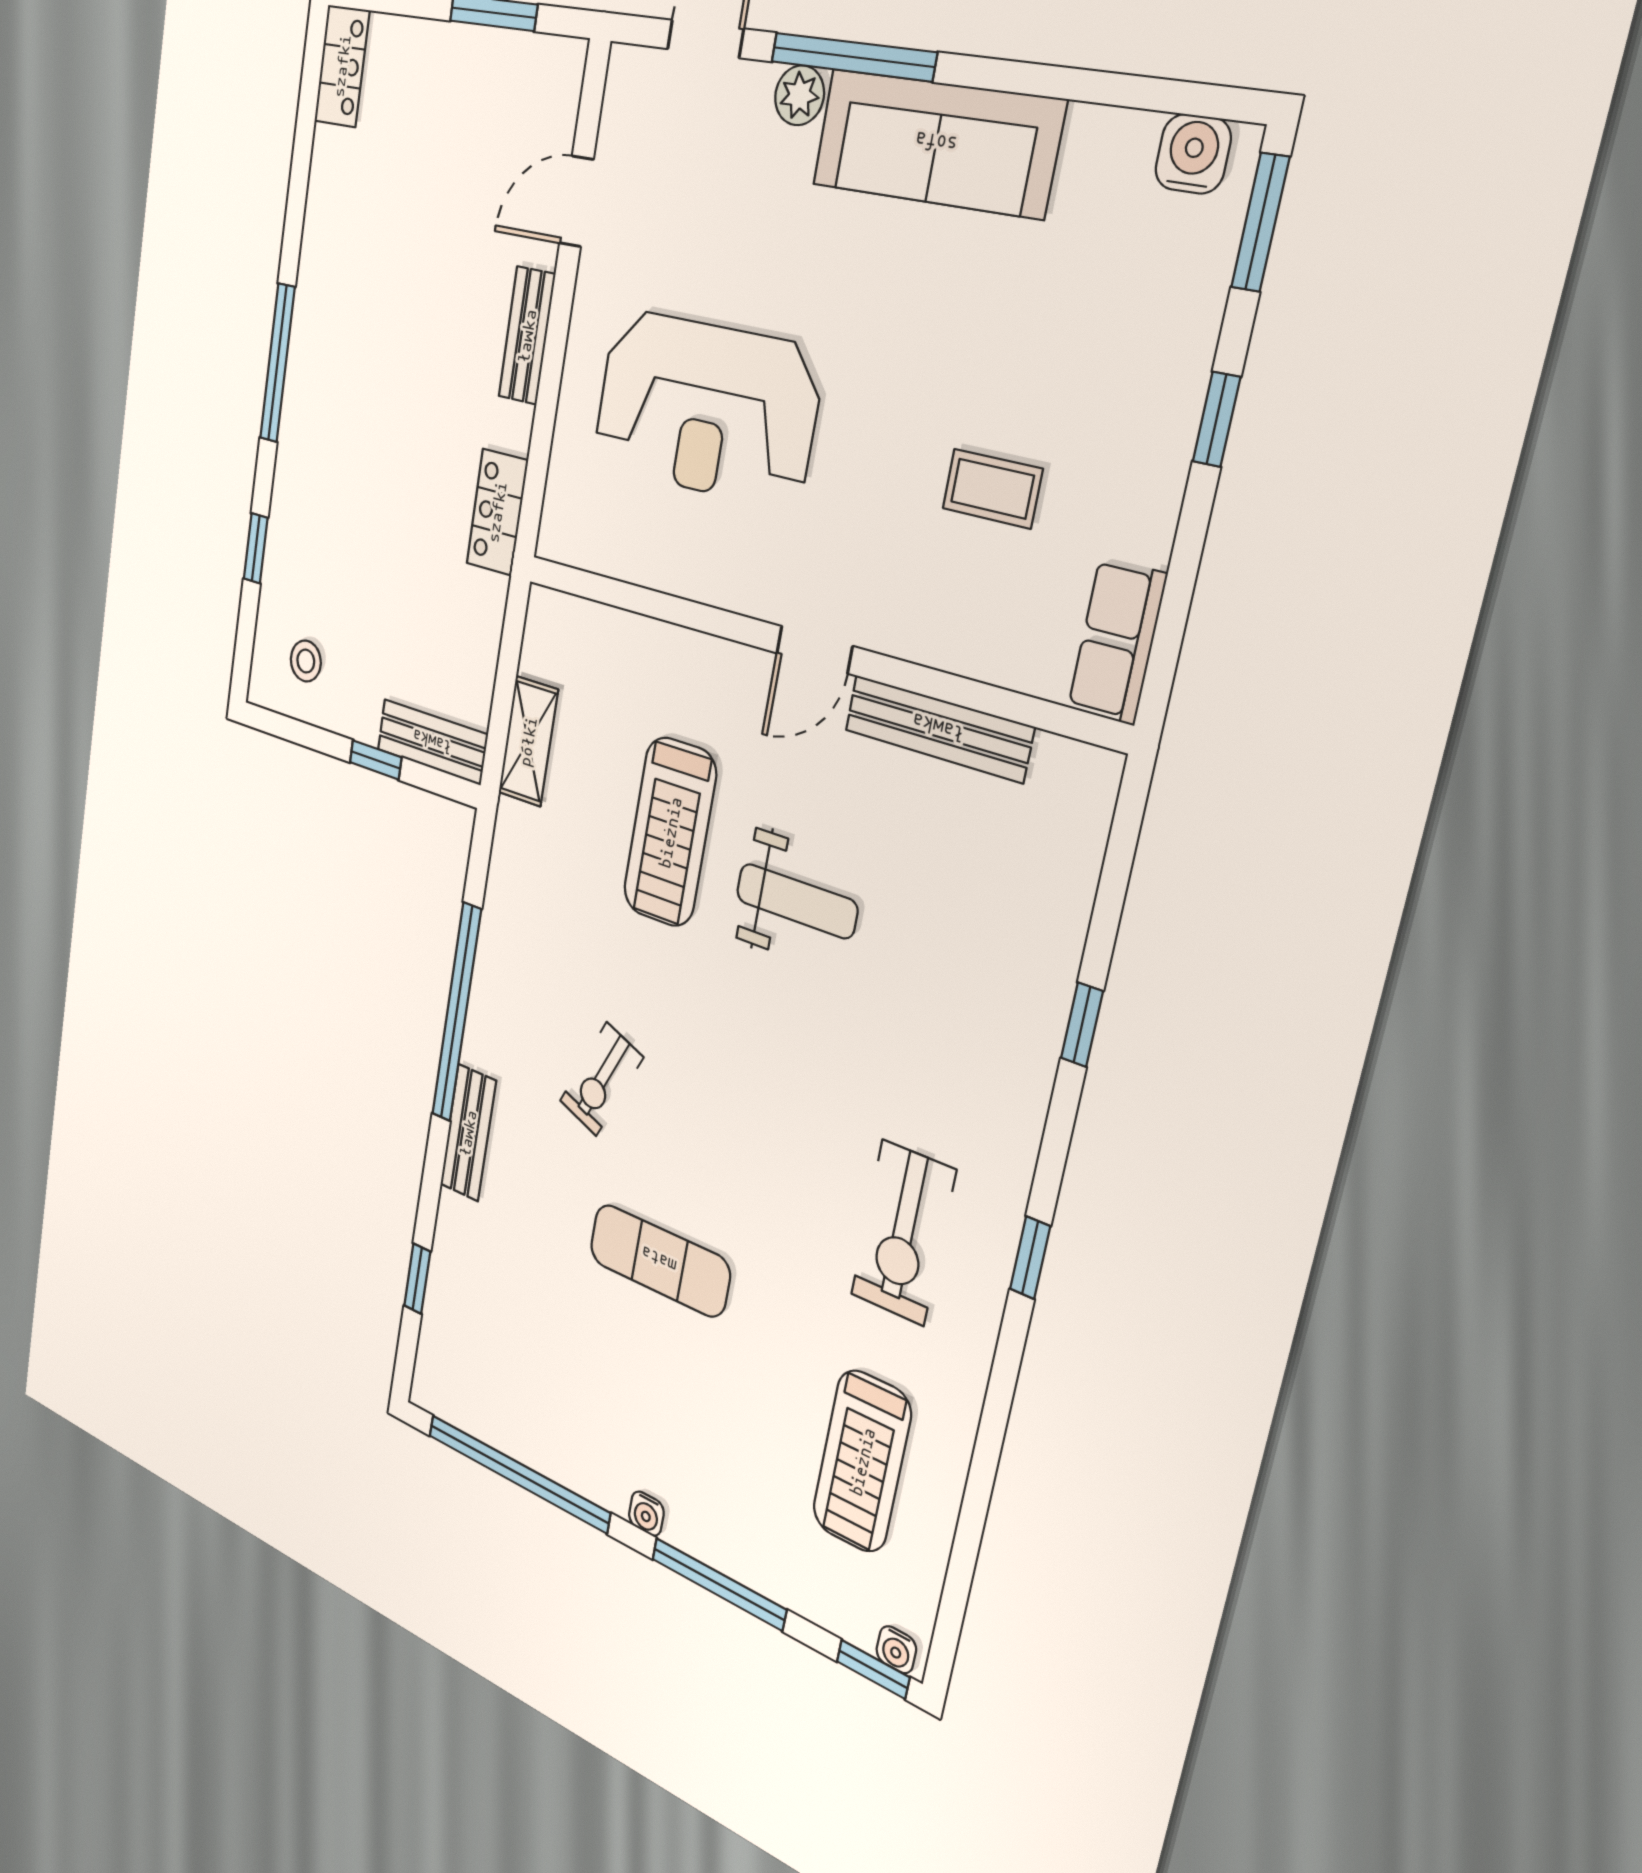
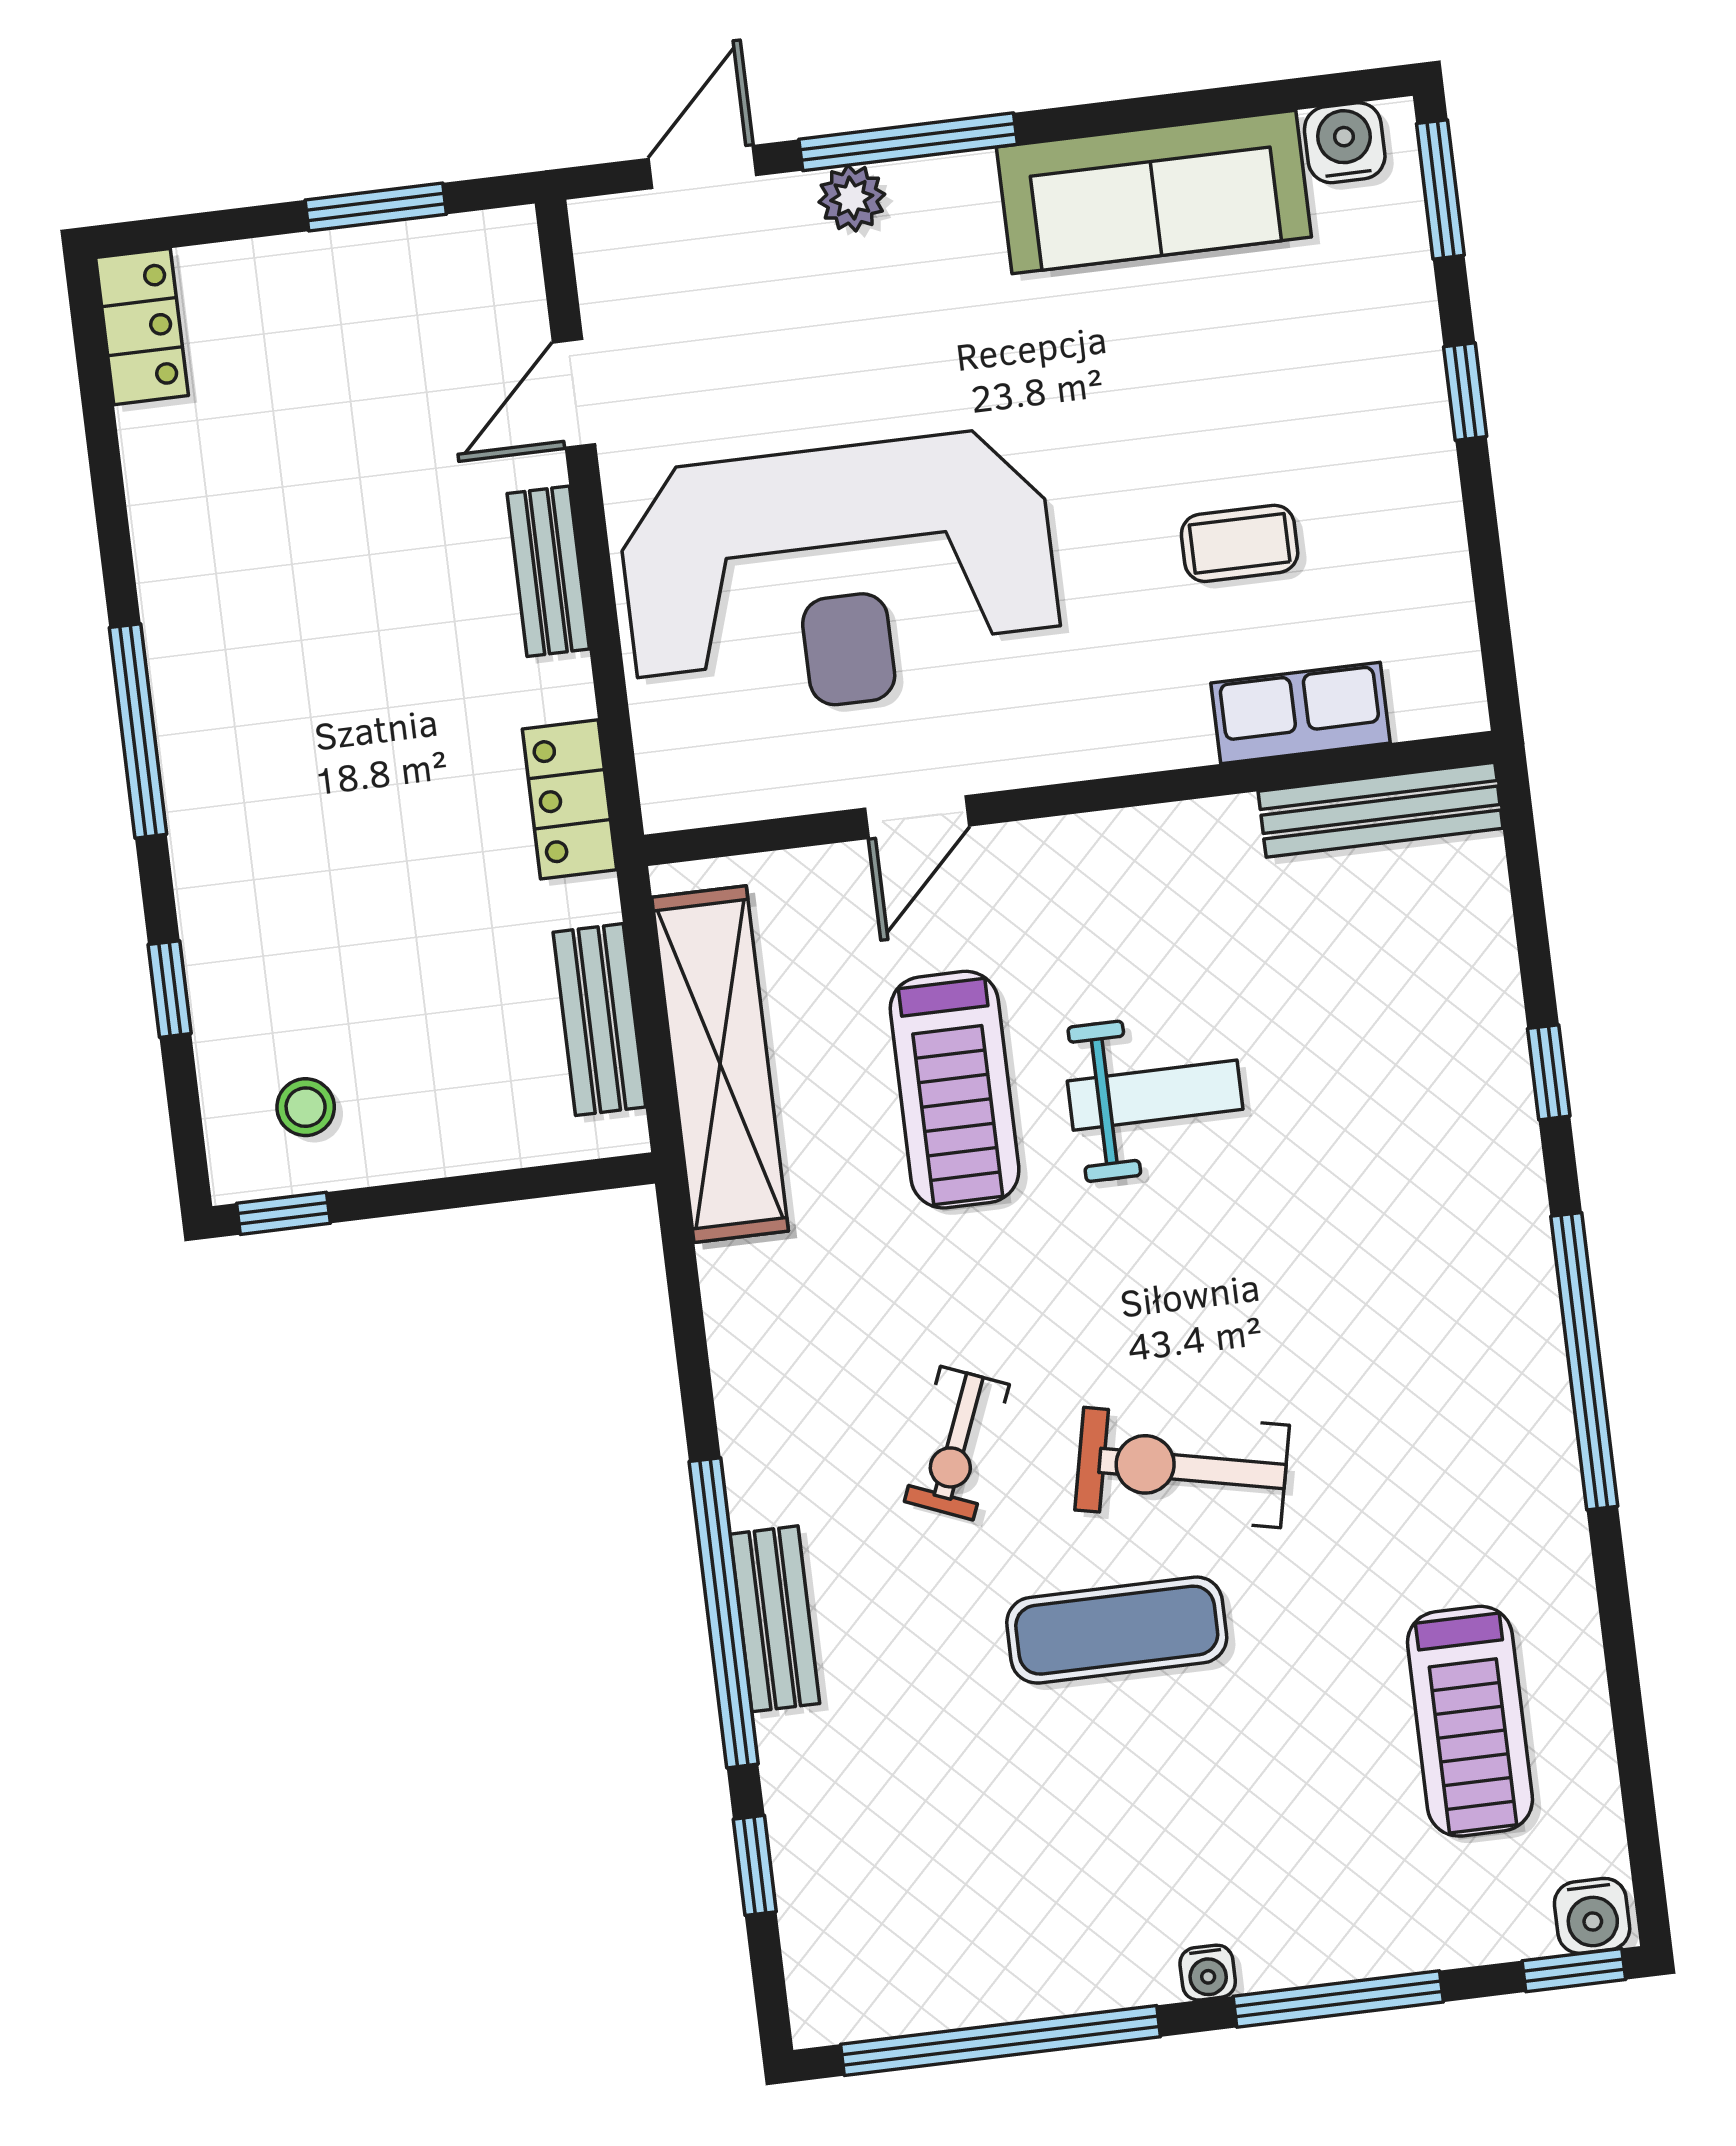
sofa: (936, 143) -> (1154, 192), moved
reception desk: (705, 408) -> (840, 576), width x1.36, depth x1.30
row of seats: (1117, 642) -> (1301, 713), moved, turned 90
door: (814, 650) -> (917, 817), moved
bench: (938, 728) -> (1380, 810), moved
shelving: (528, 741) -> (720, 1064), width x2.20, depth x1.33
bench: (432, 742) -> (599, 1020), moved, turned 90
window: (376, 760) -> (283, 1213), moved
window: (457, 1013) -> (724, 1613), moved
exercise bike: (903, 1233) -> (1182, 1468), moved, turned 102
window: (1030, 1258) -> (1584, 1361), width x3.17
water cooler: (896, 1650) -> (1592, 1916), width x1.38, depth x1.38

